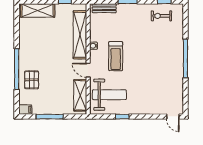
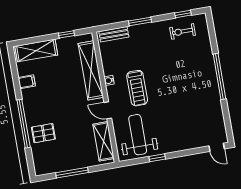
pallet: (32, 80) -> (43, 133), turned 90
weight bench: (109, 95) -> (138, 135), turned -90
filing cabinet: (25, 110) -> (27, 82), moved

